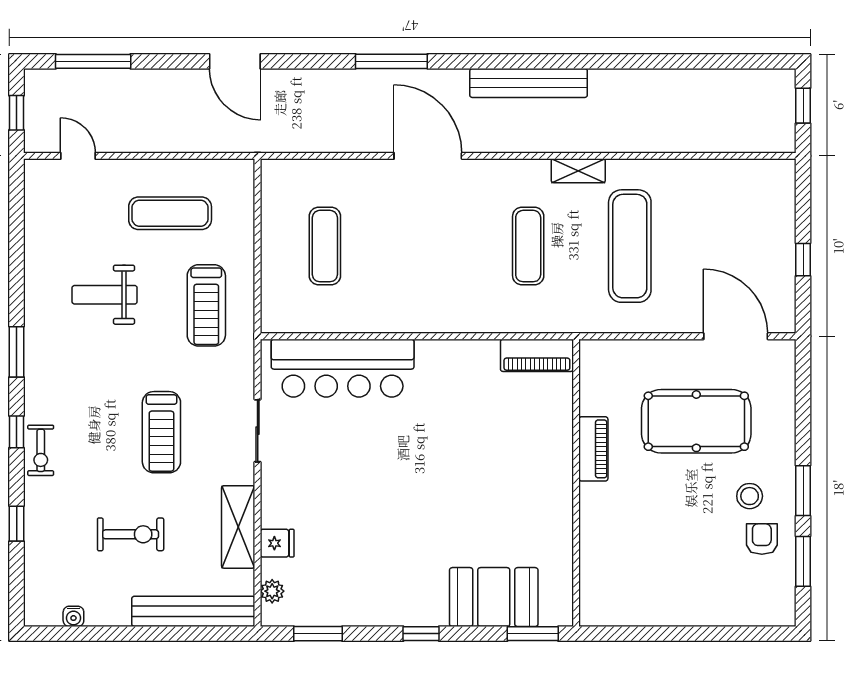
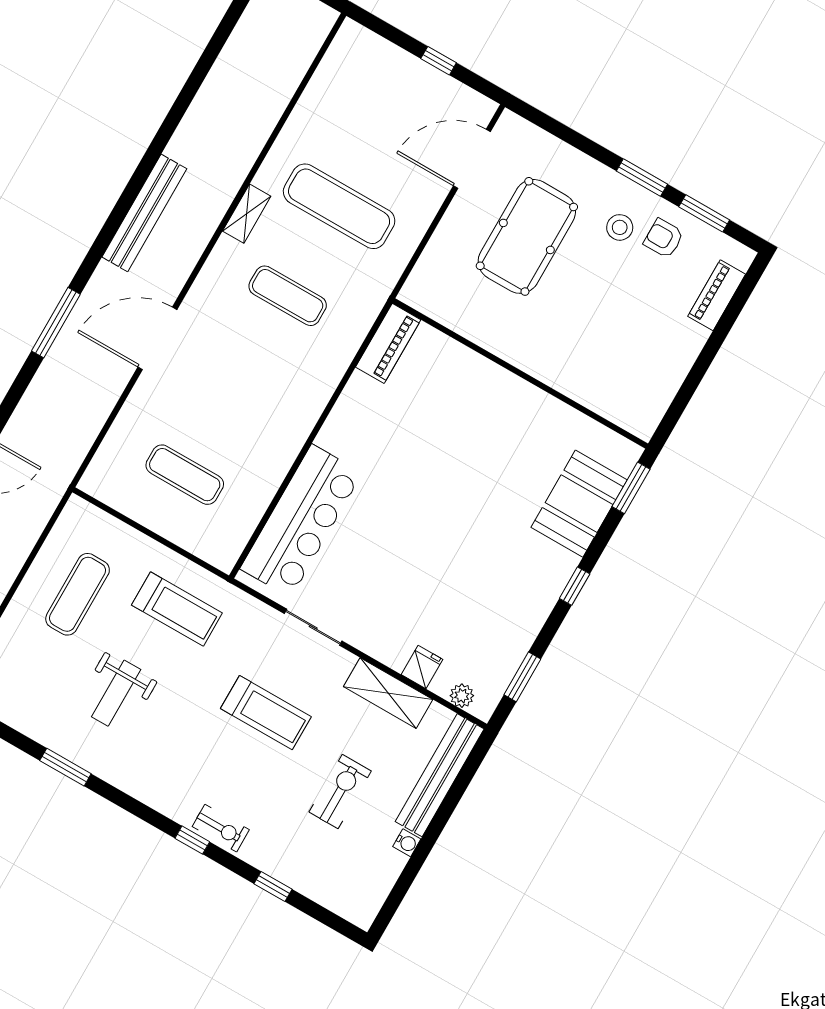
window: (17, 352) -> (65, 767), moved
piano: (593, 449) -> (717, 295), moved, turned -90
water cooler: (73, 616) -> (407, 843), moved

